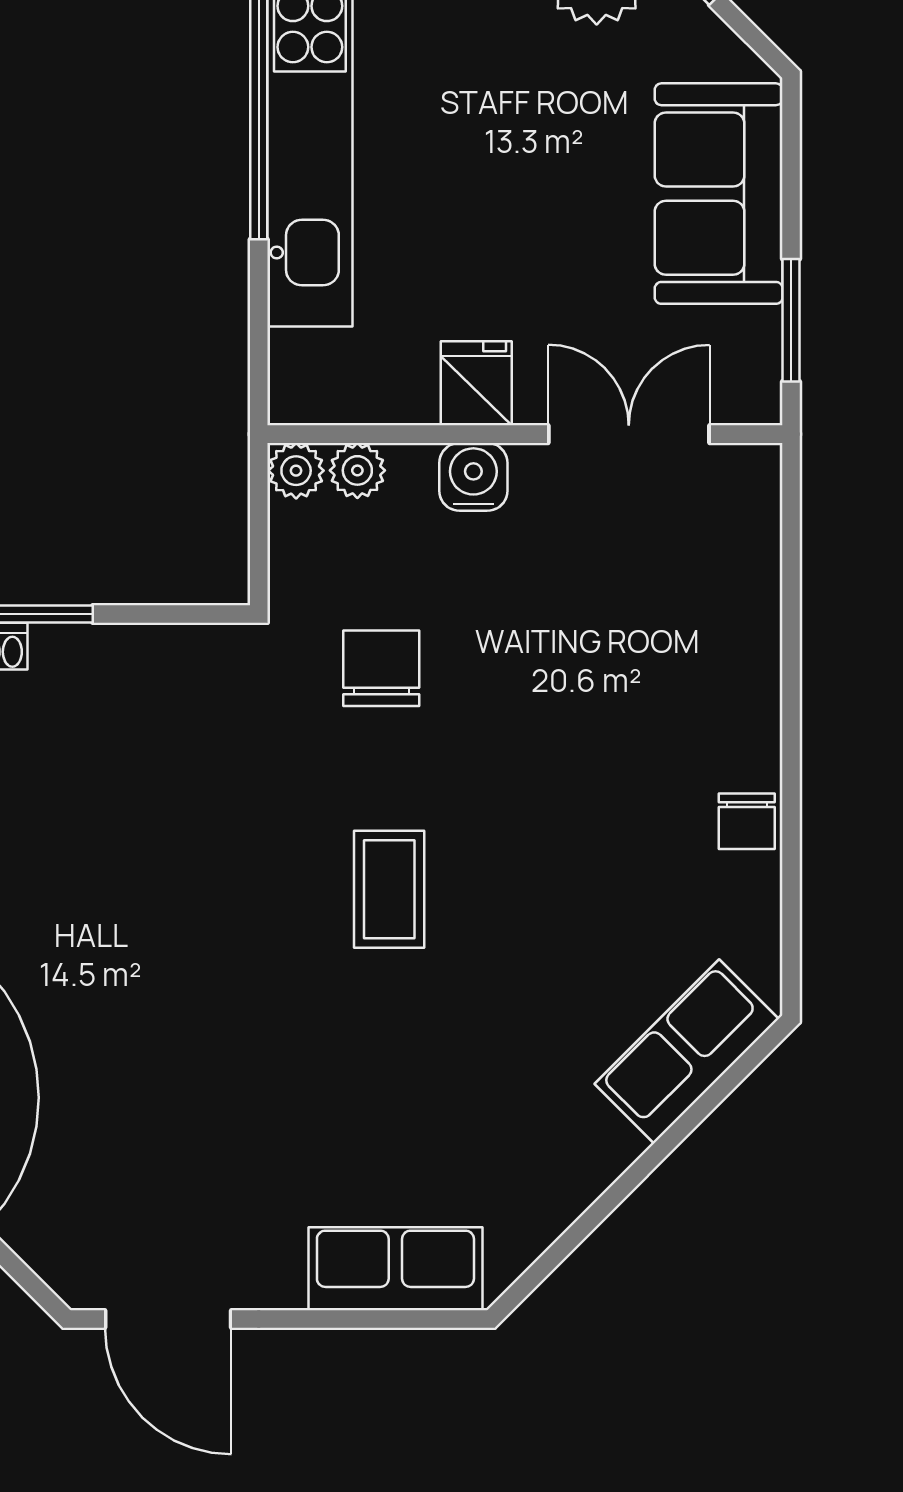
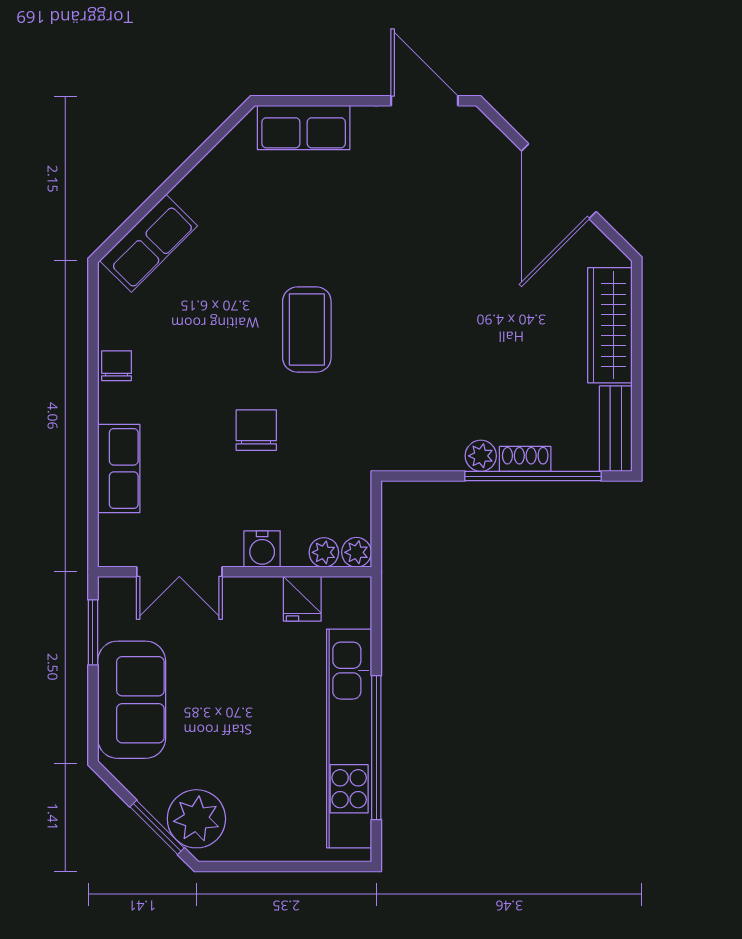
fridge: (476, 383) -> (302, 599), moved
row of seats: (743, 628) -> (119, 468), added
plant: (62, 652) -> (481, 456), added
chair: (381, 668) -> (256, 430), moved, turned 180
coffee table: (389, 889) -> (307, 330), width x1.36, depth x1.30

